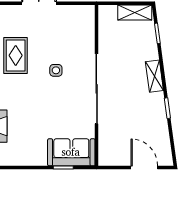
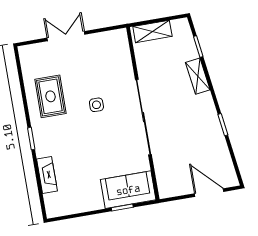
shelving: (135, 13) -> (152, 31), moved
shelving: (154, 76) -> (198, 76), moved

